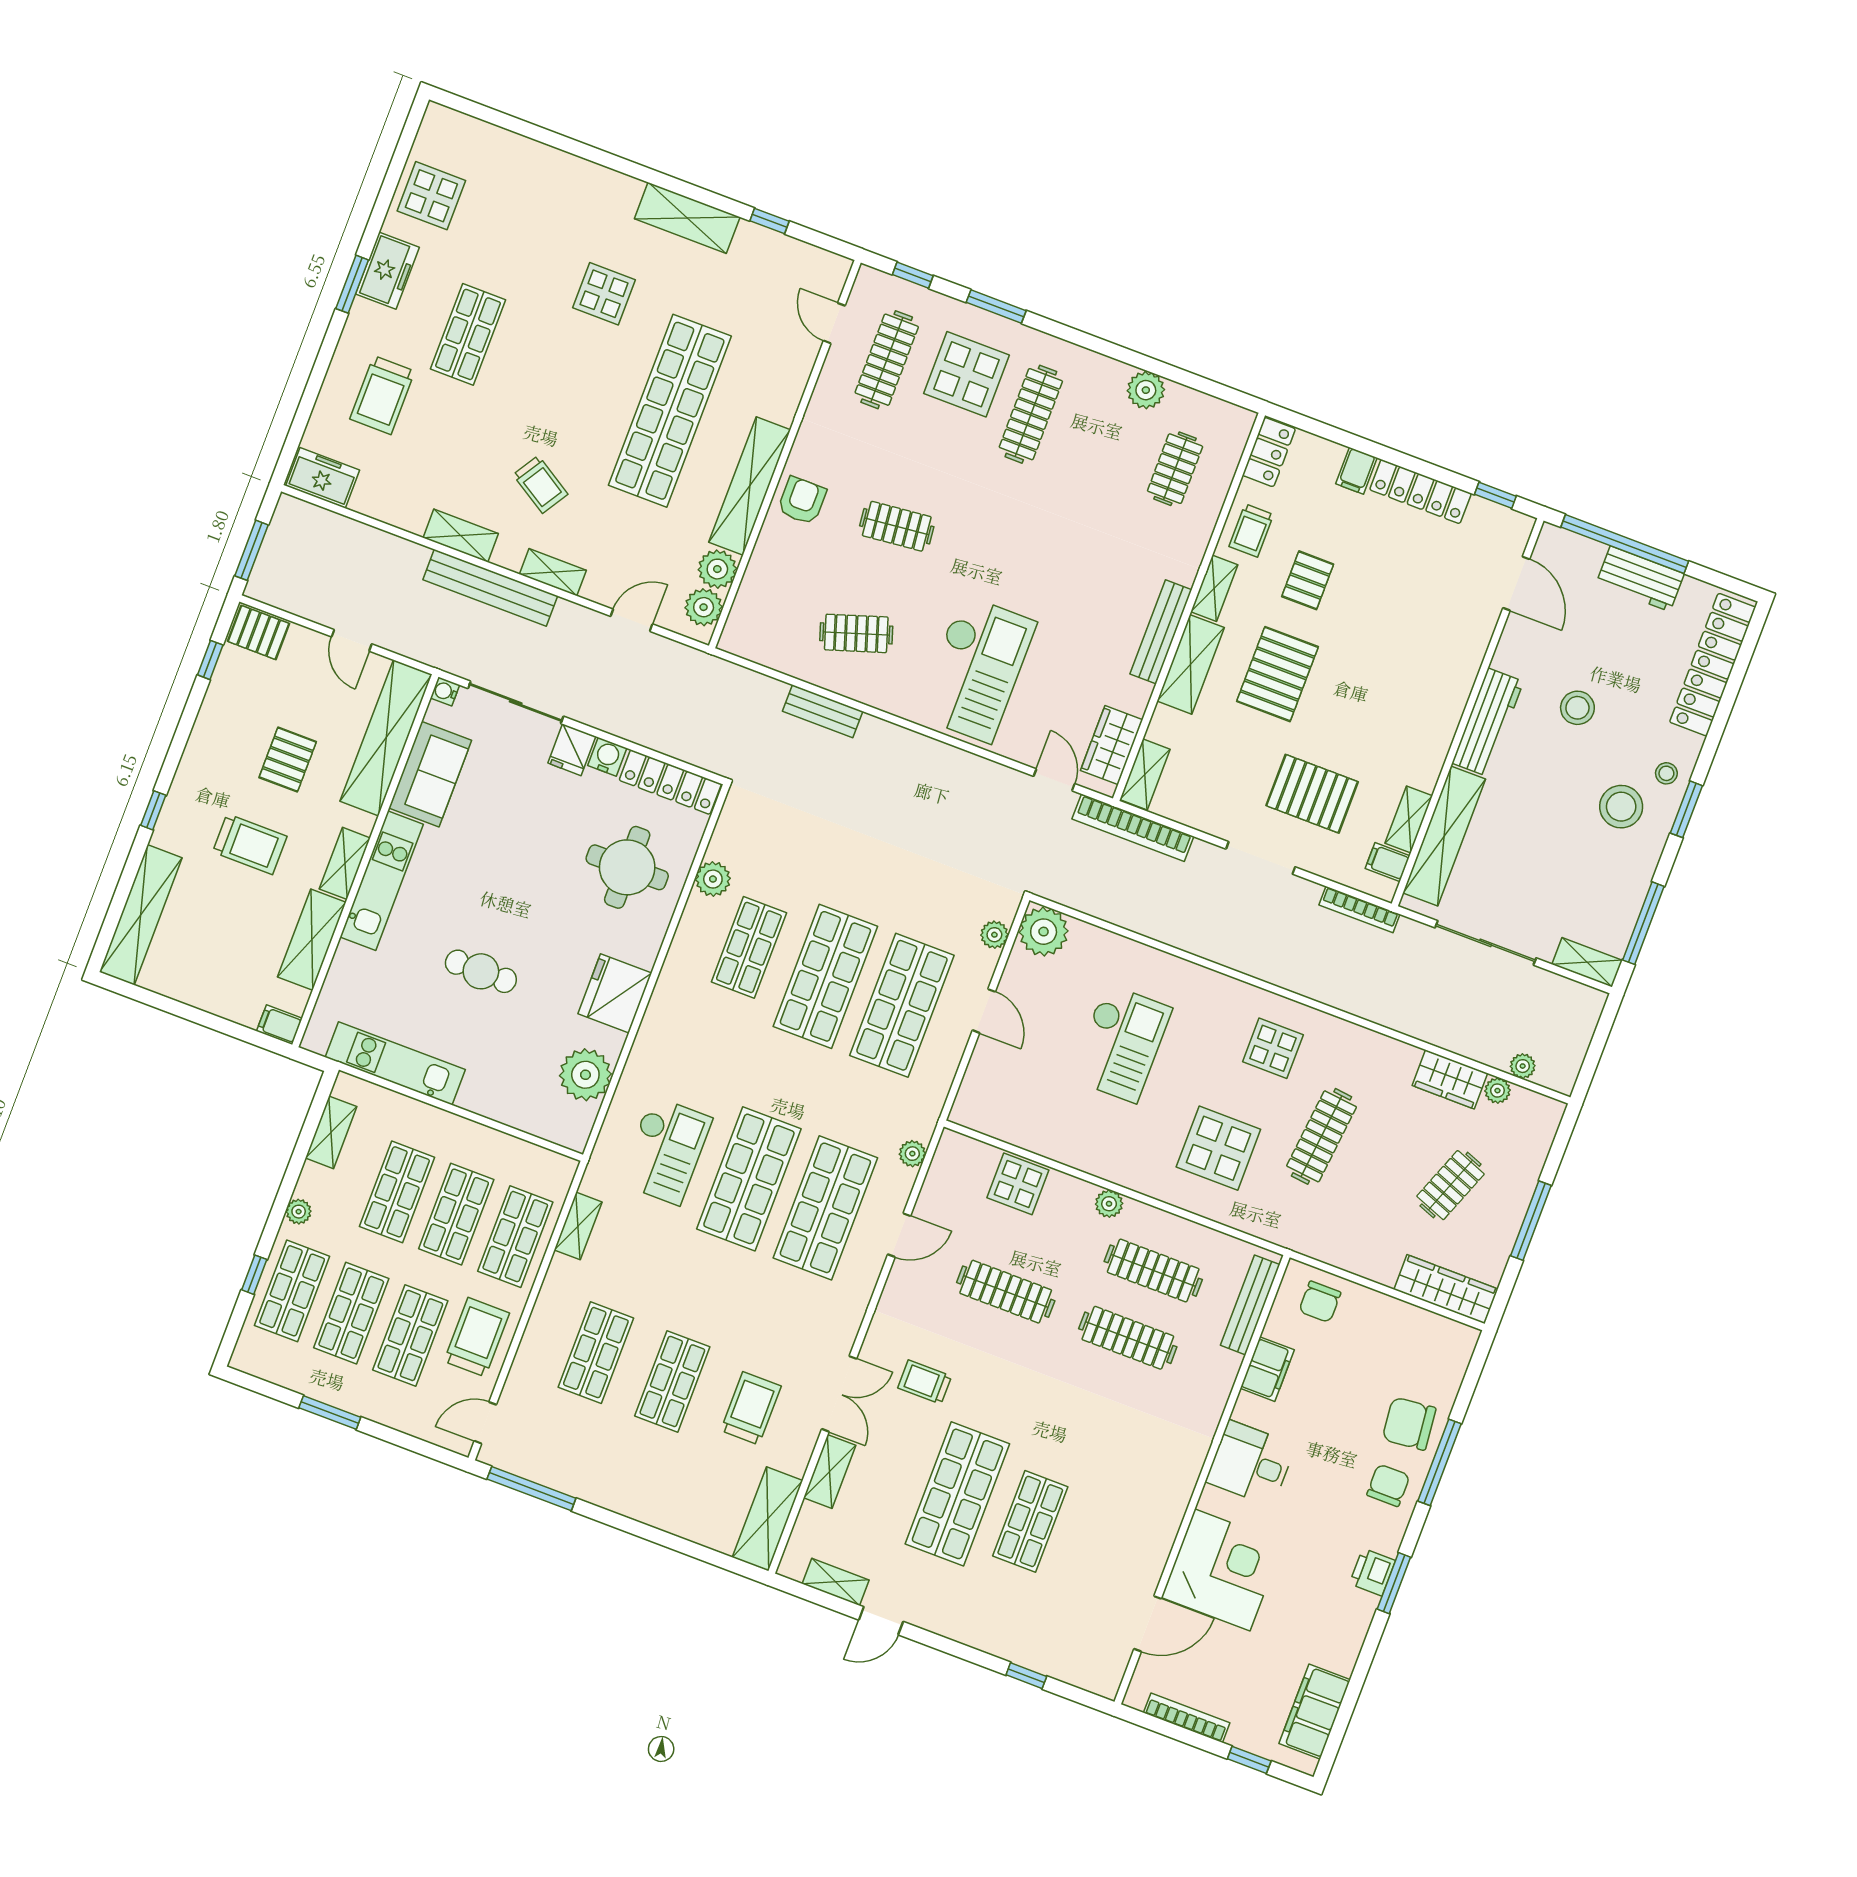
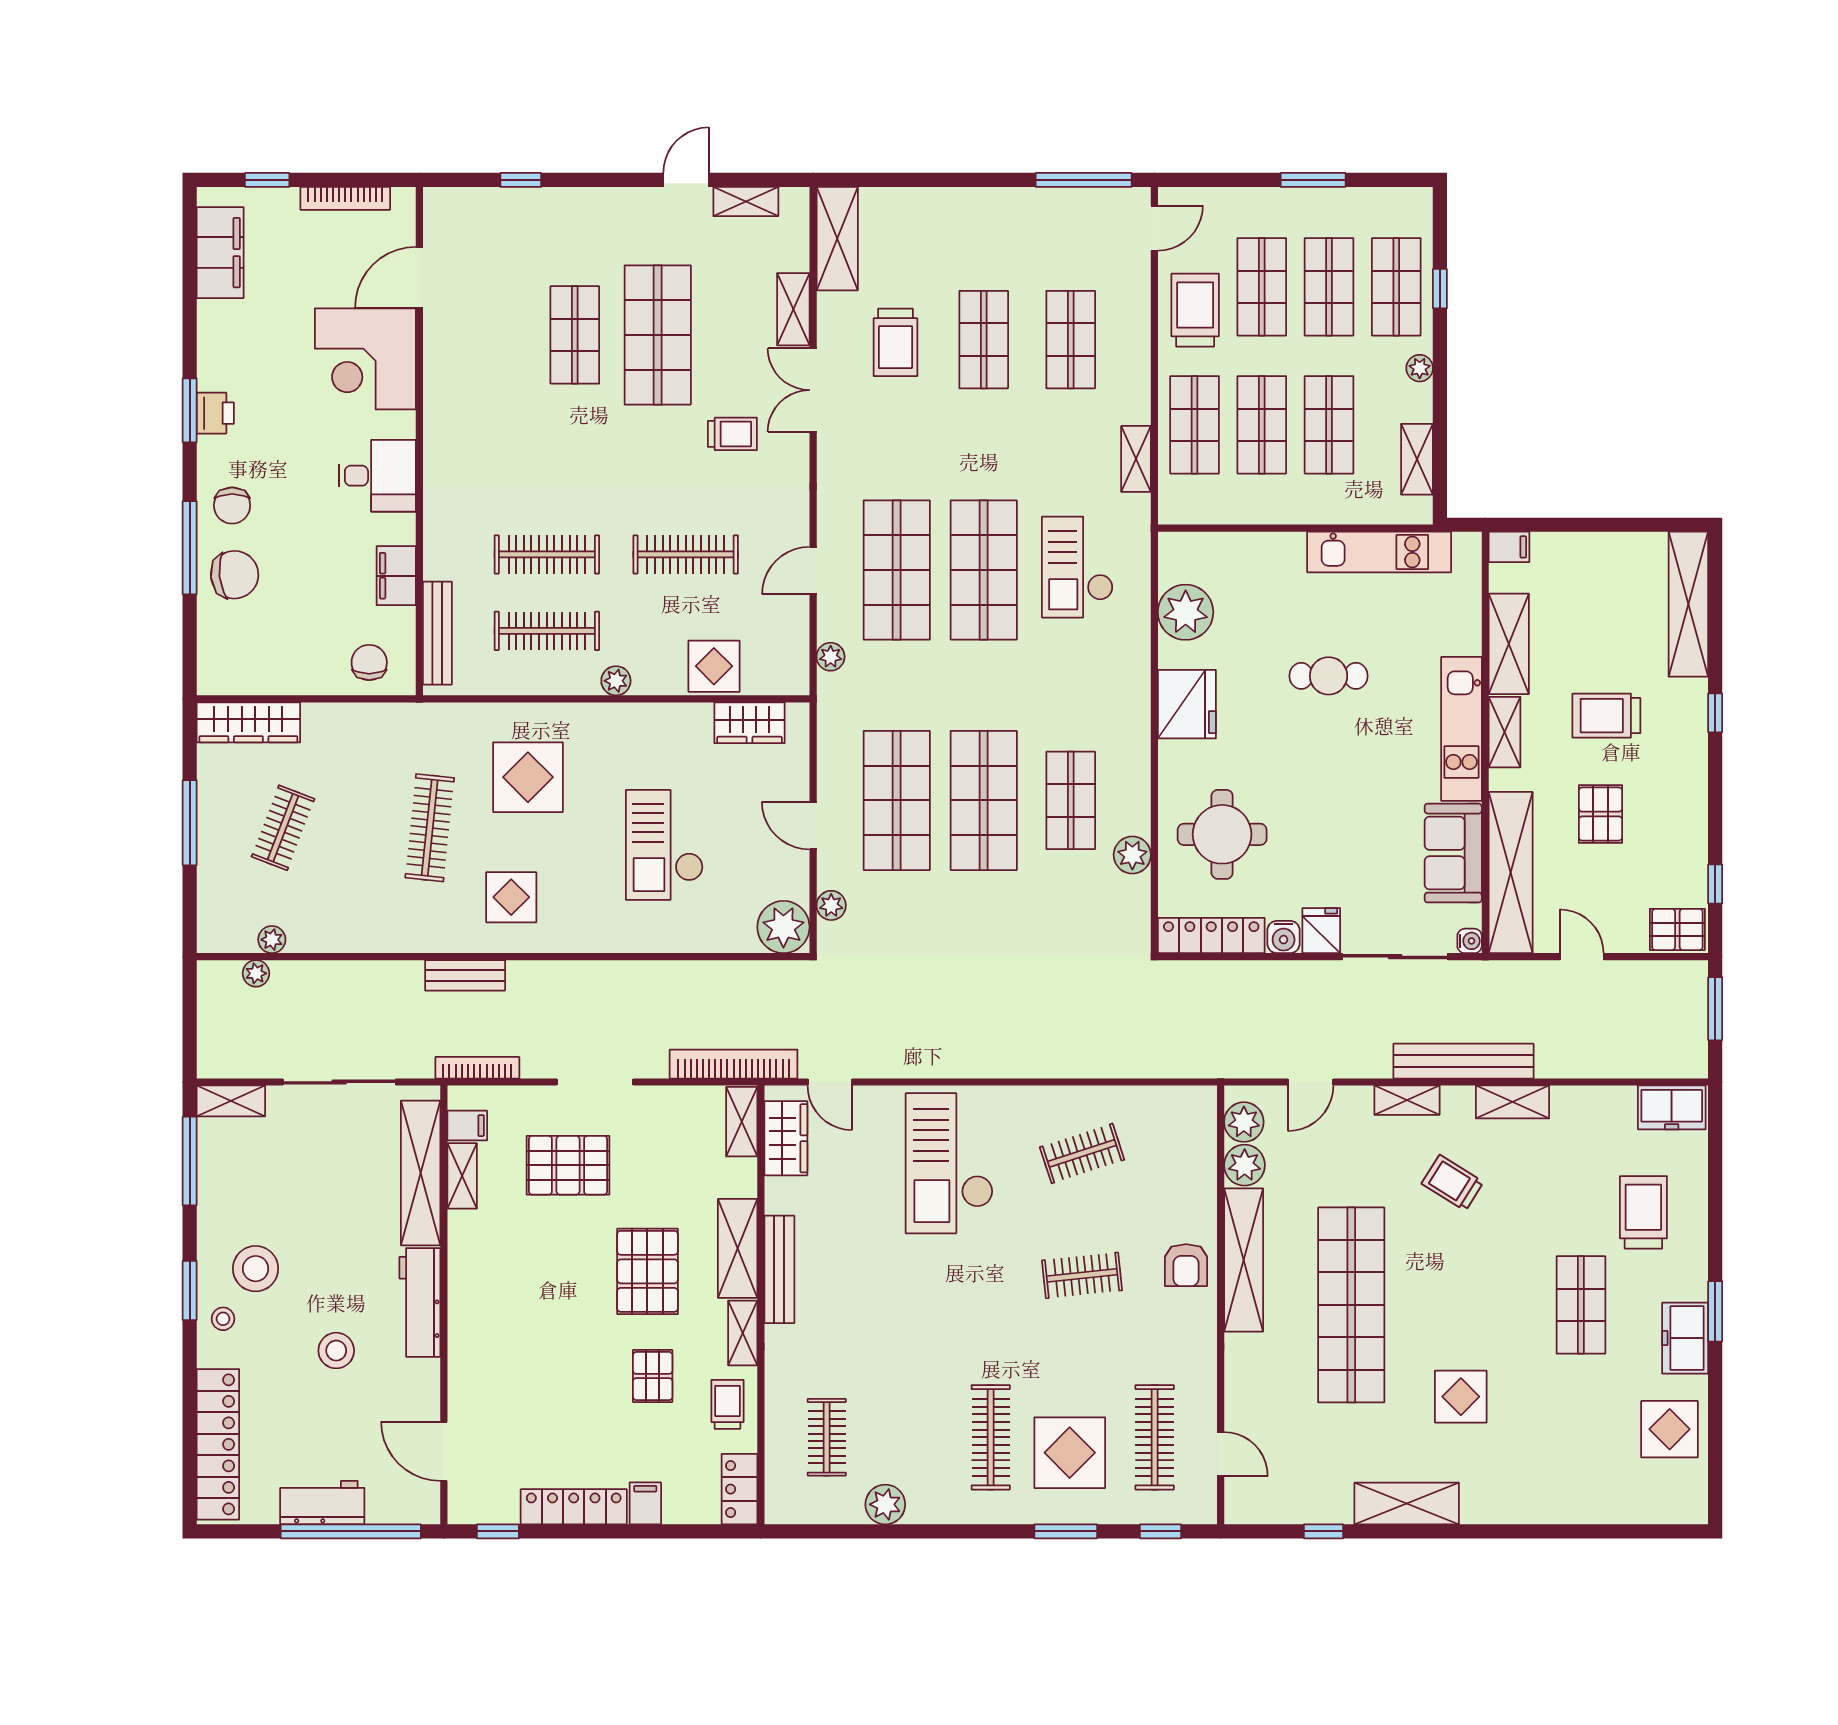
bench: (823, 711) -> (465, 975), moved
wardrobe: (1450, 1079) -> (750, 723), moved, turned 180
trolley: (477, 1337) -> (1195, 310), turned 180

